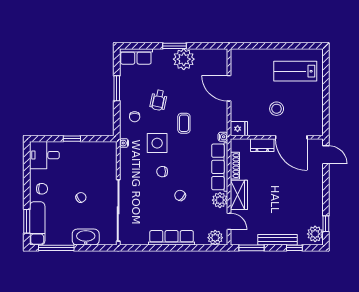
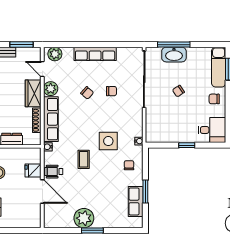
row of seats: (136, 56) -> (136, 201), moved, turned -90
wheelchair: (159, 100) -> (54, 172), moved, turned -102
fridge: (239, 129) -> (33, 171), moved
chair: (162, 172) -> (111, 91), moved
window: (56, 248) -> (174, 45), moved

